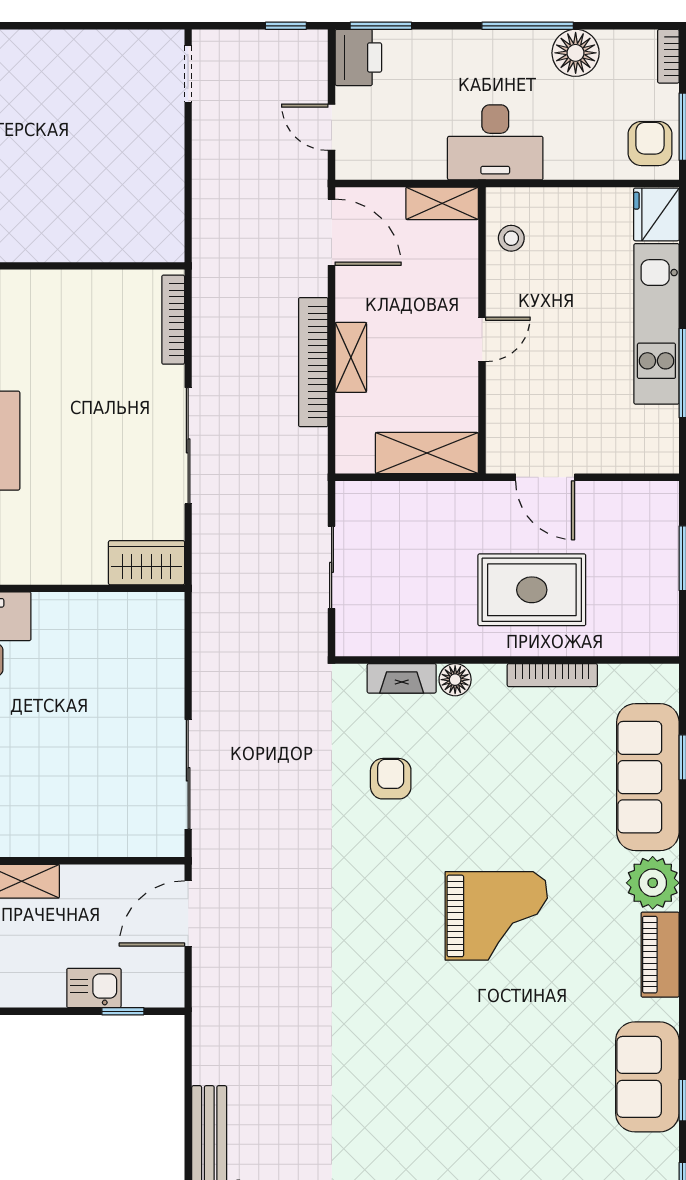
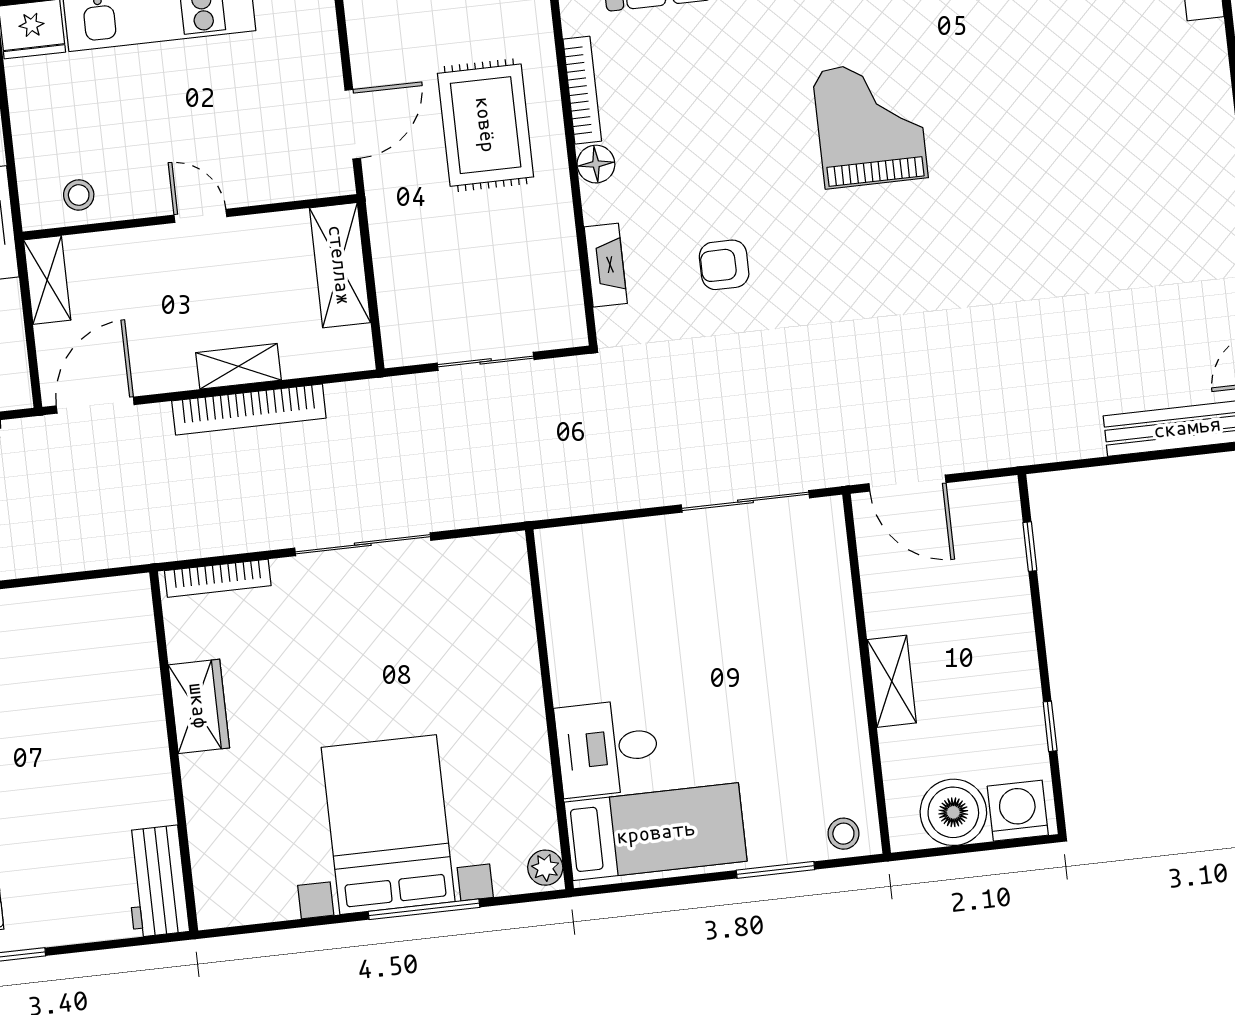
wardrobe: (147, 563) -> (199, 706), moved, turned 180
floor lamp: (455, 680) -> (596, 164), moved
kitchen sink: (94, 988) -> (1007, 583), removed

